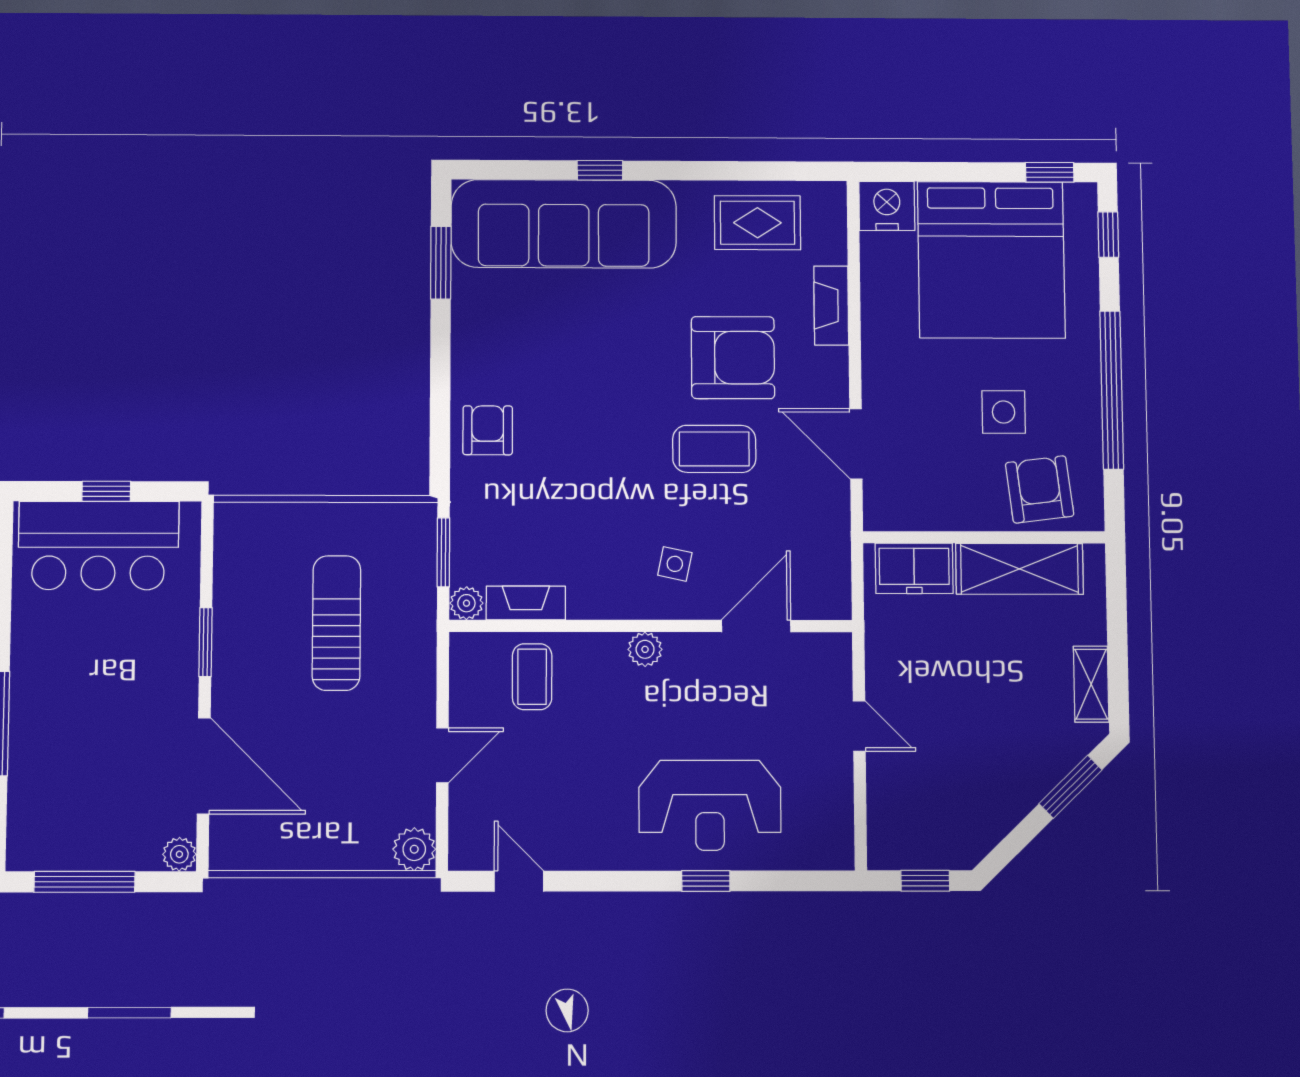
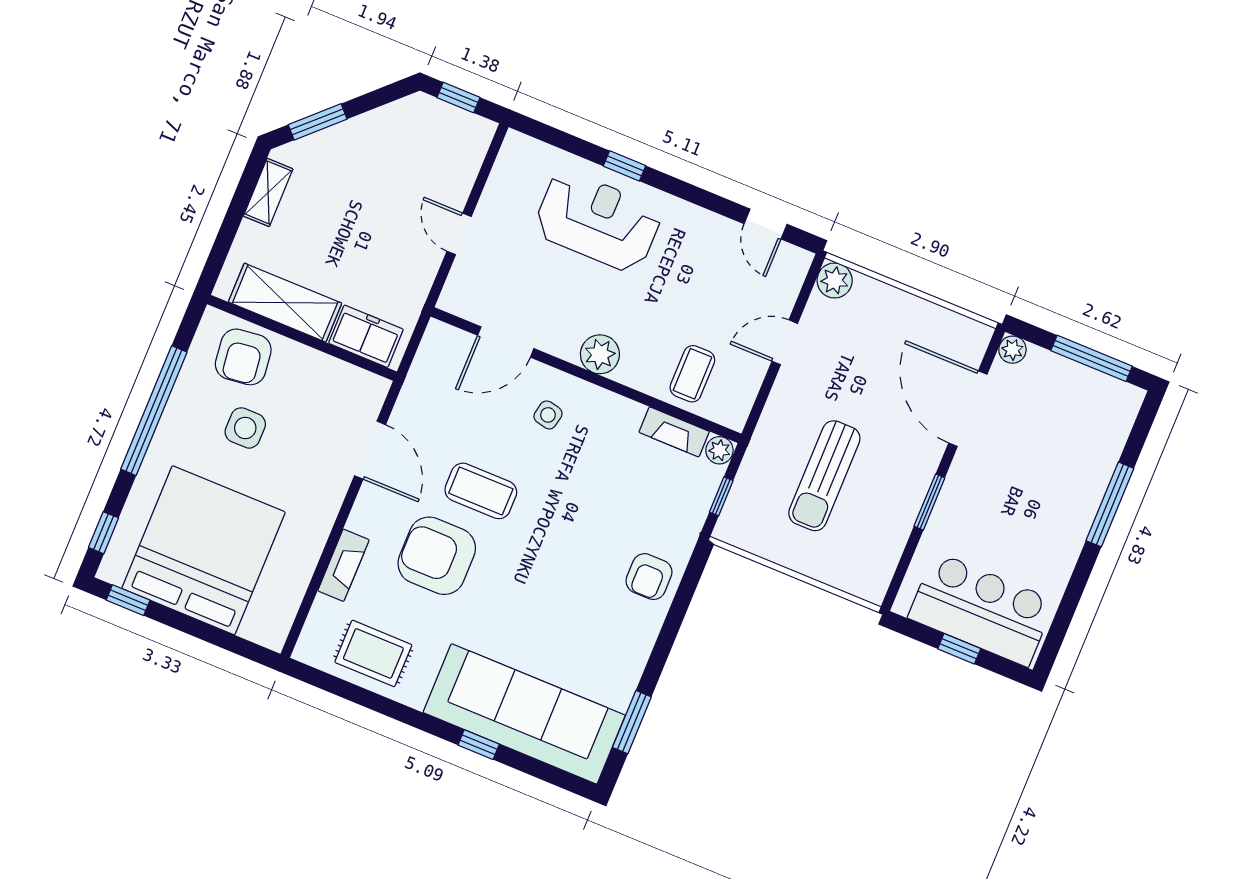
nightstand: (887, 206) -> (267, 626), removed
window: (443, 552) -> (721, 496), width x0.67
plant: (645, 649) -> (600, 354), width x1.38, depth x1.38

